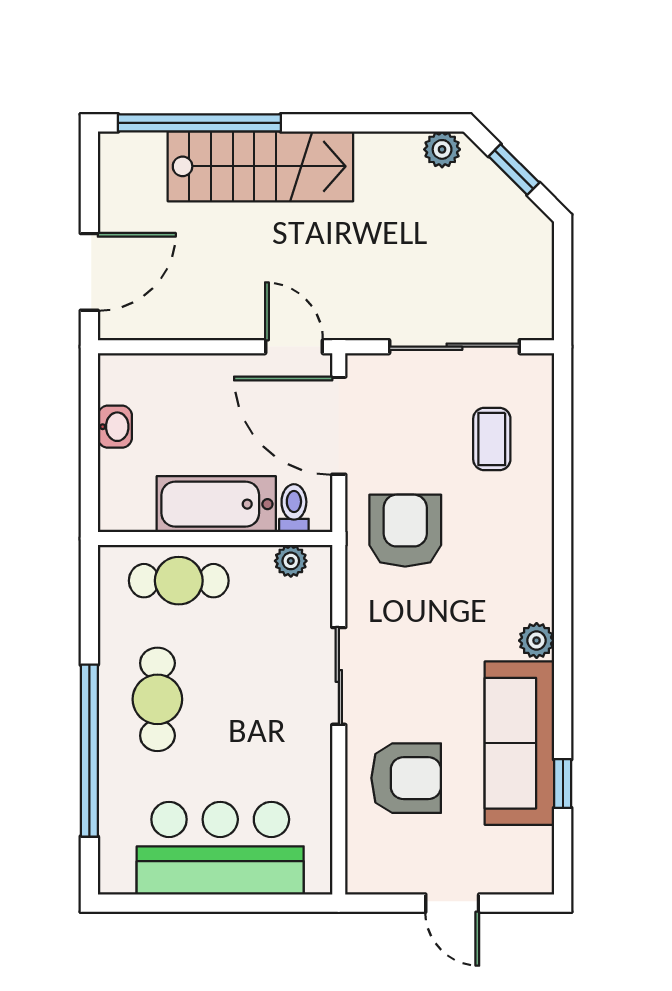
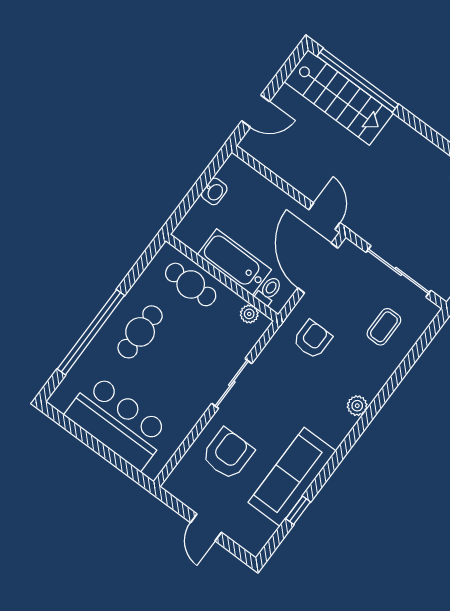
stairs: (260, 166) -> (339, 97), moved
door: (89, 272) -> (256, 111), width x0.73
armchair: (405, 531) -> (312, 339), width x0.72, depth x0.72
plant: (537, 641) -> (357, 406), moved
armchair: (406, 778) -> (228, 454), turned -90

